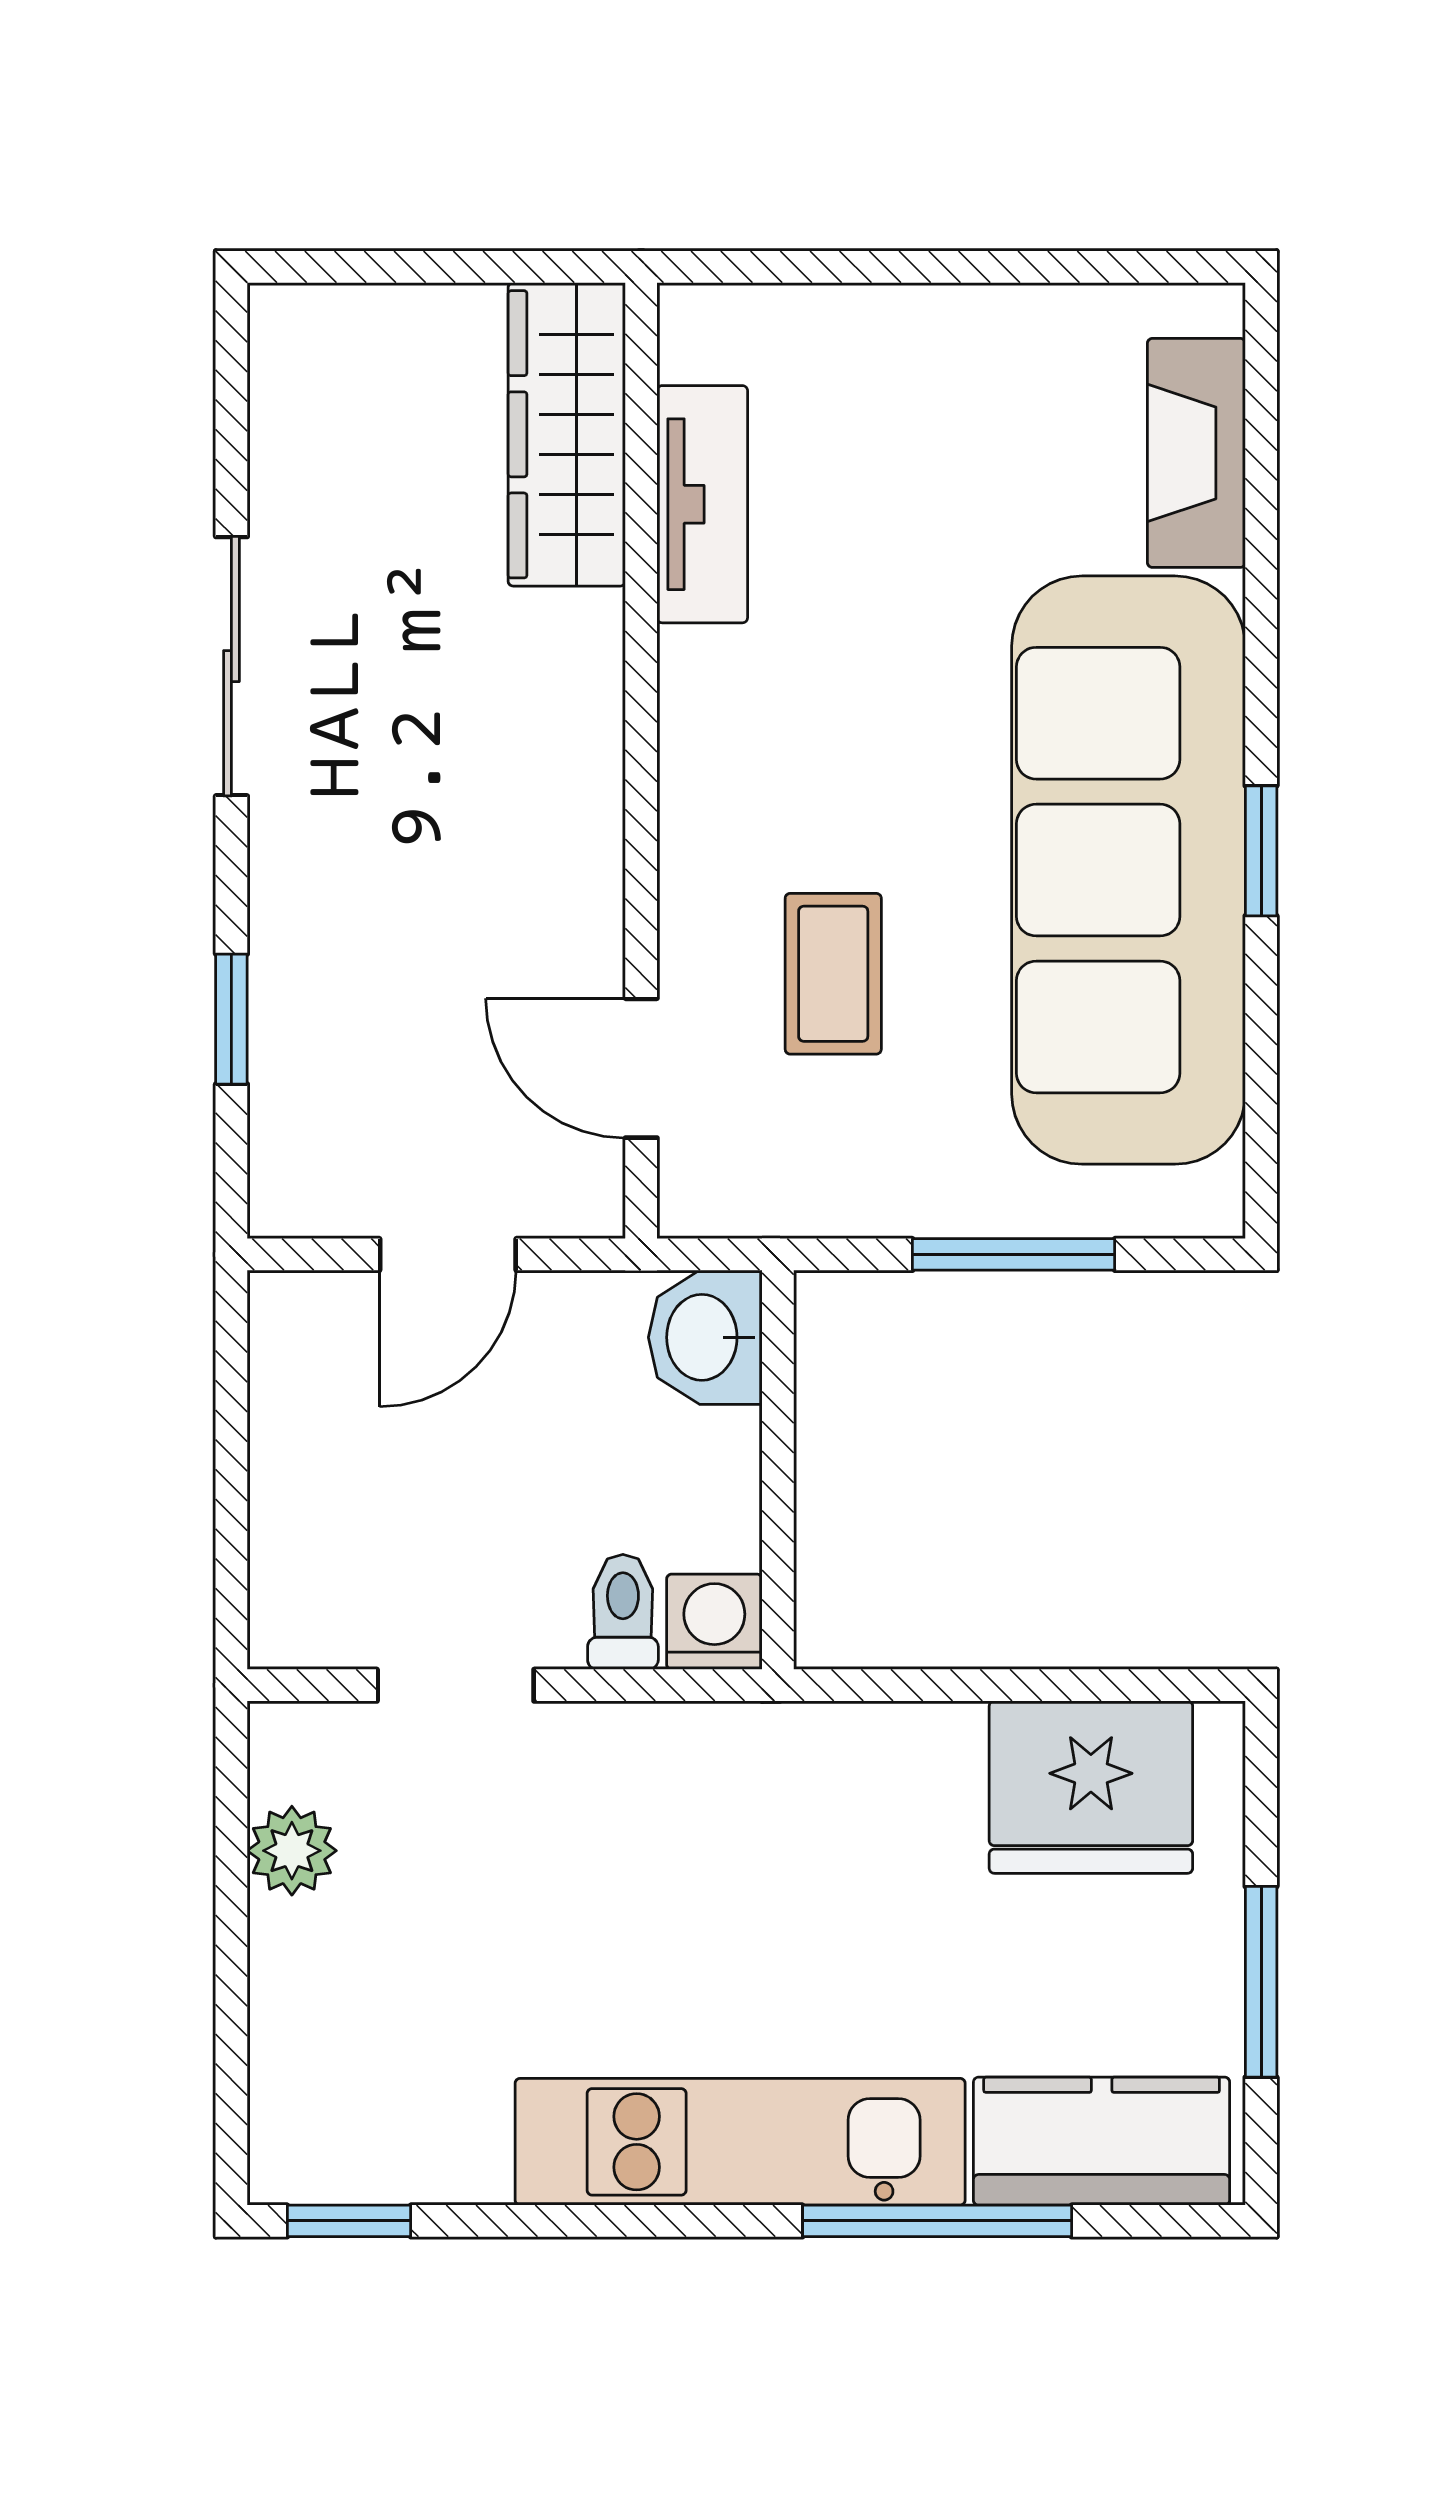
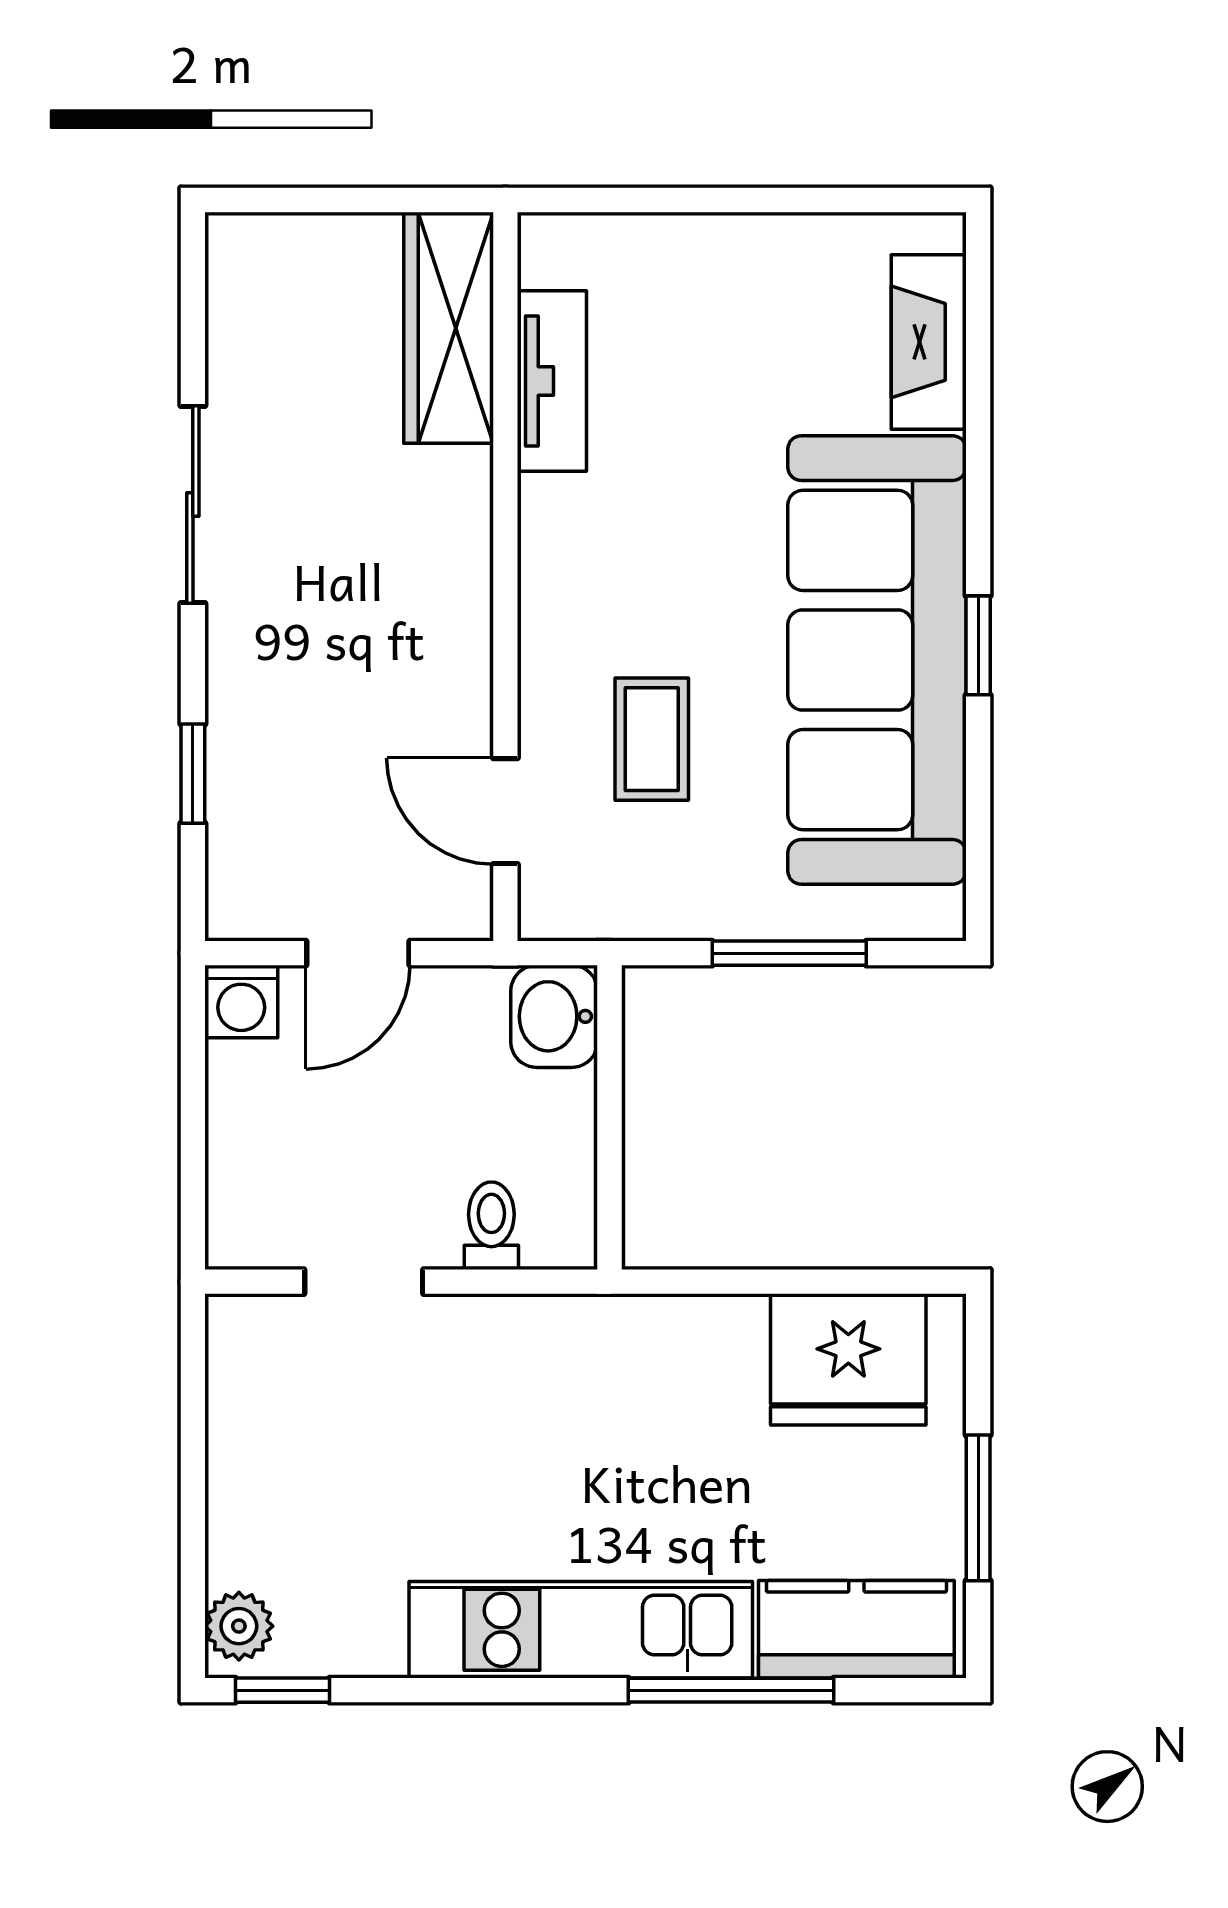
washing machine: (714, 1622) -> (241, 1002), moved, turned 180
plant: (292, 1851) -> (239, 1626), moved

